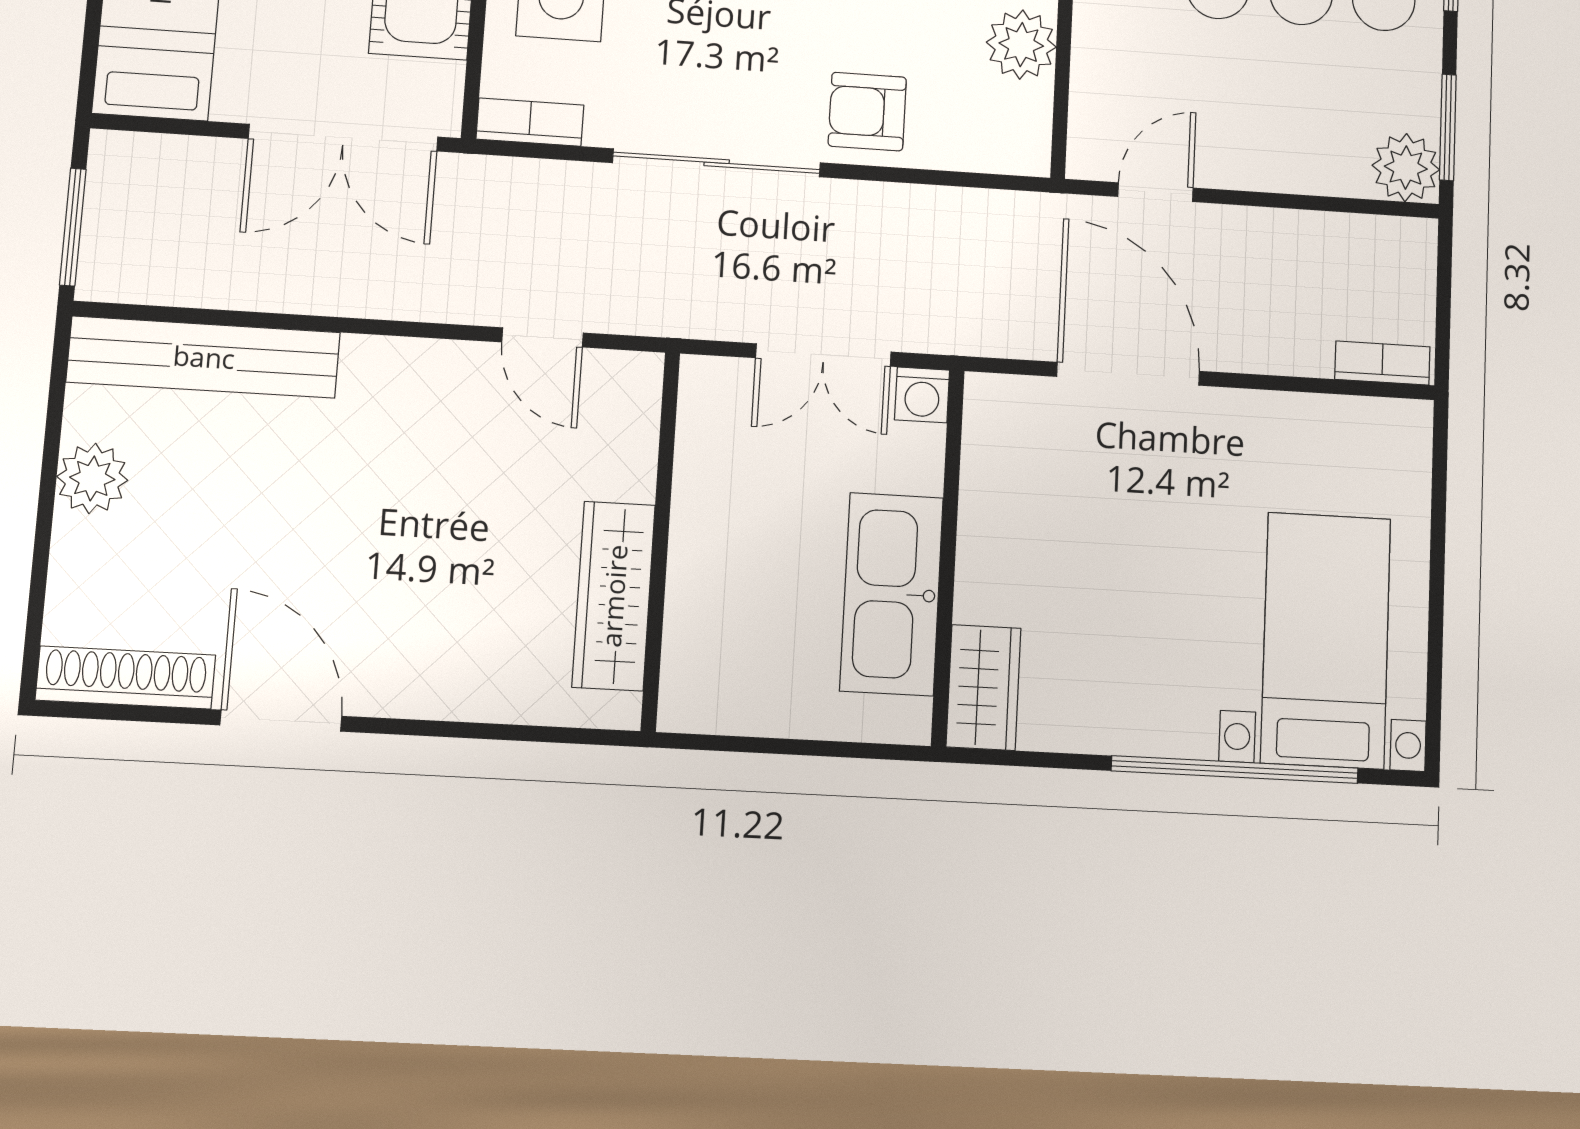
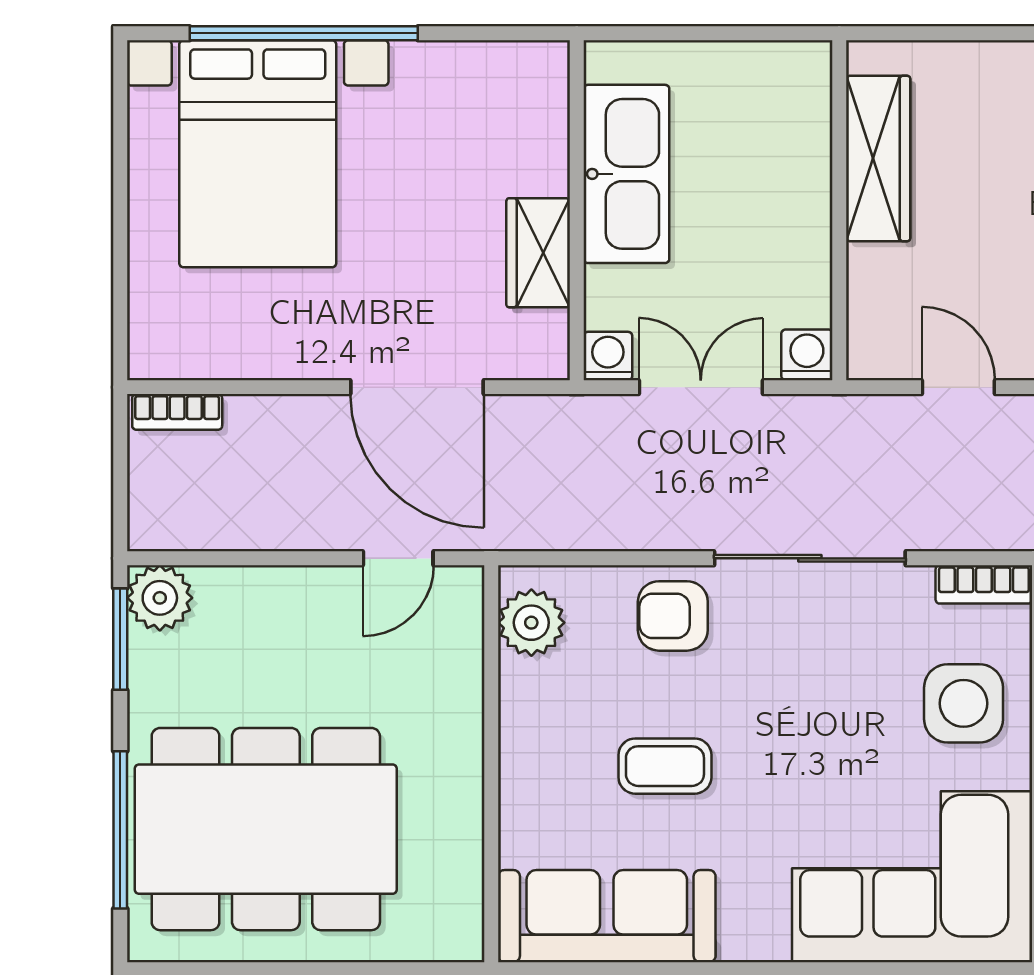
plant: (1021, 45) -> (531, 623), moved
armchair: (867, 112) -> (673, 616), turned 180
washing machine: (706, 383) -> (807, 355), added
bed with nightstands: (1326, 640) -> (258, 154), width x1.36
wardrobe: (983, 687) -> (538, 253), moved

